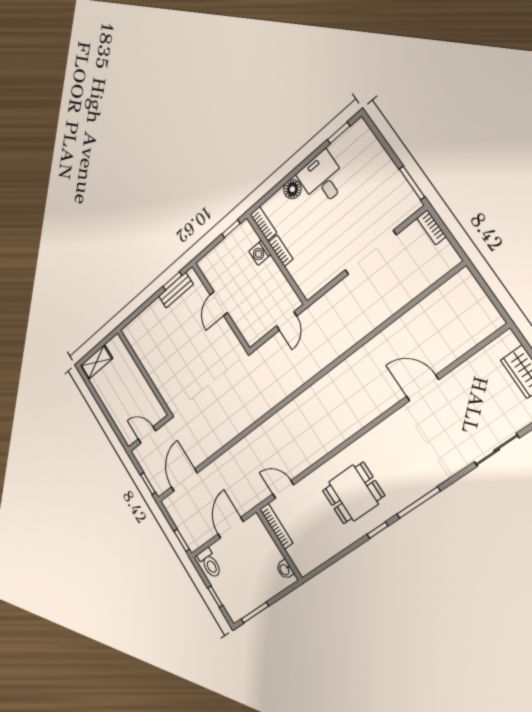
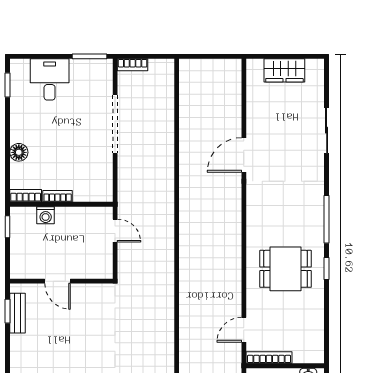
desk: (322, 179) -> (50, 79), moved, turned 90
dining table: (353, 493) -> (286, 269), turned 90

